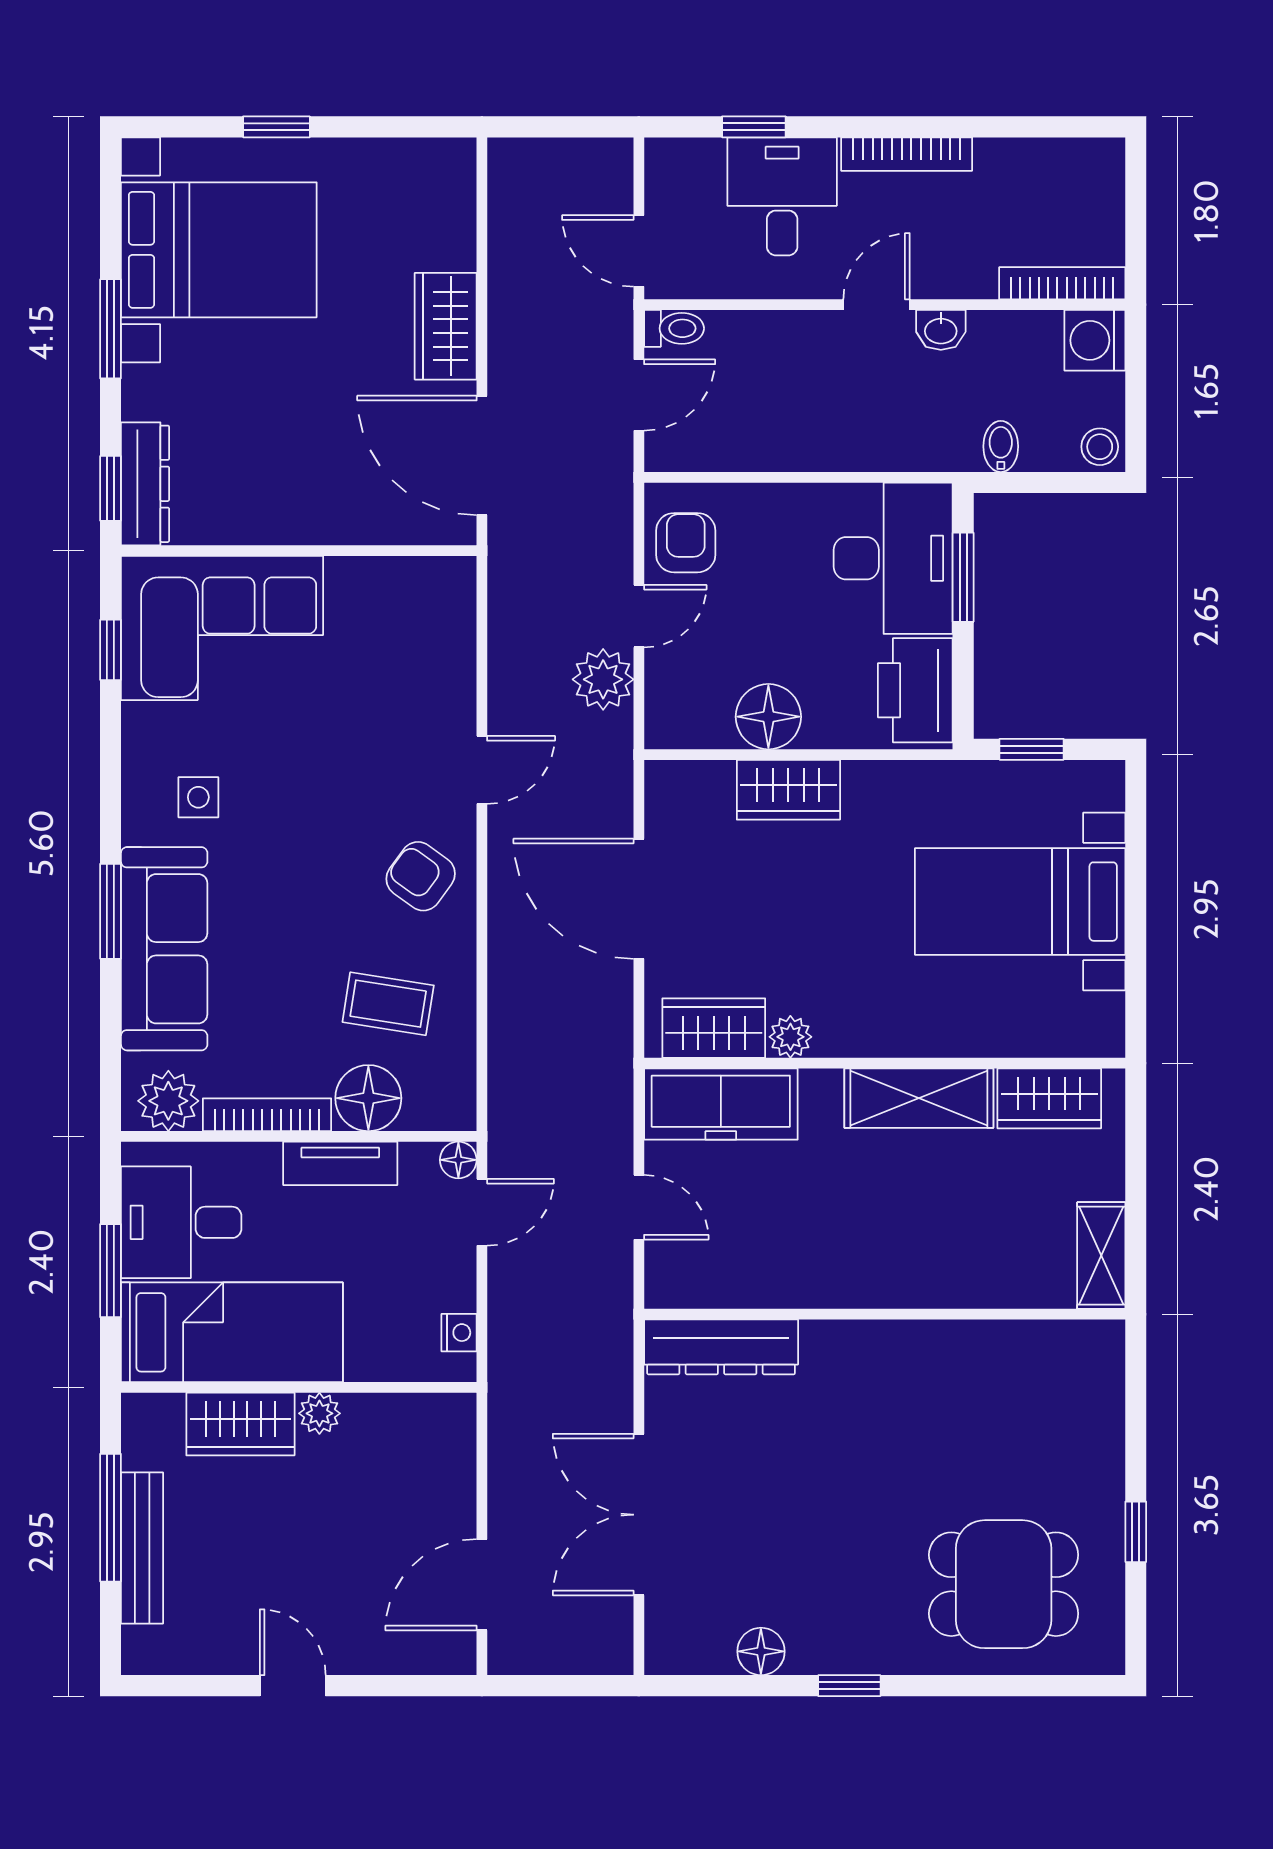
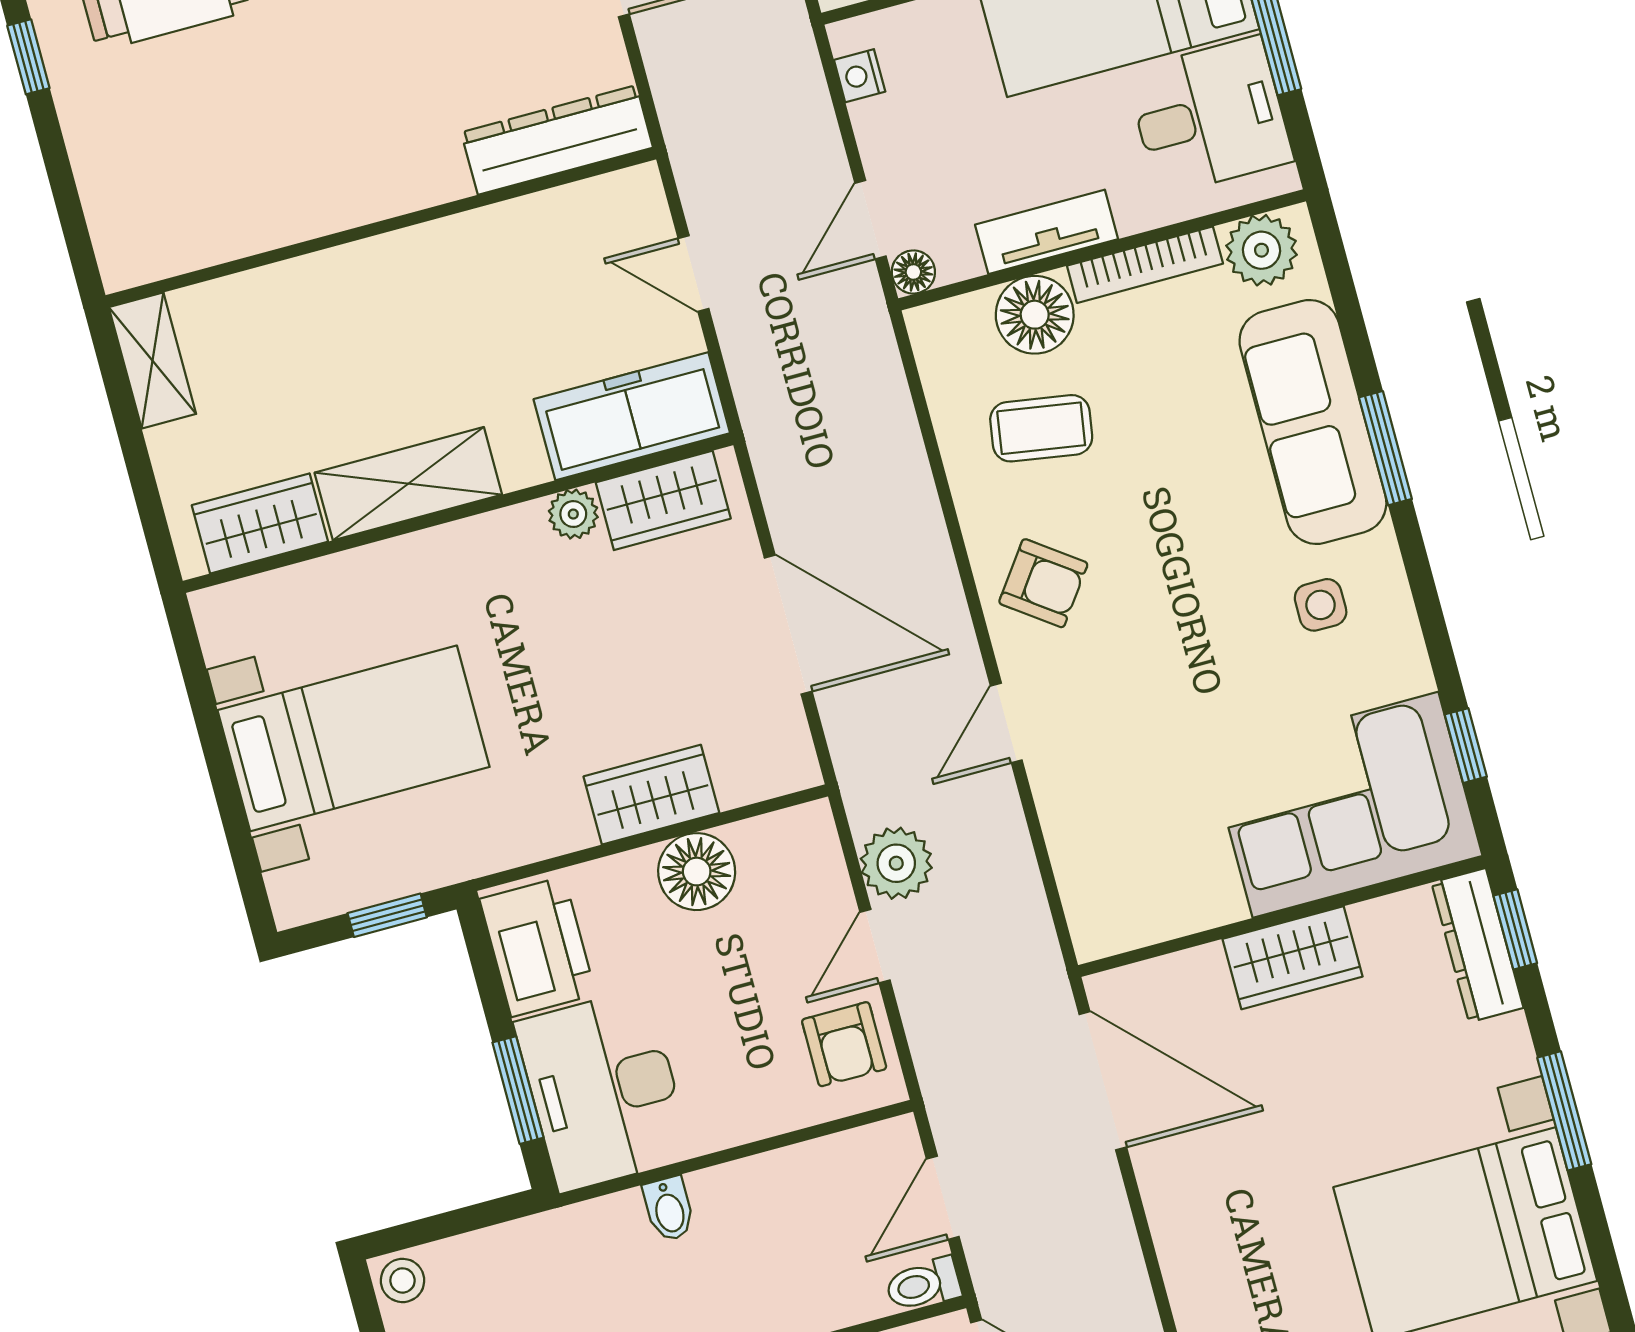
wardrobe: (446, 326) -> (1293, 958), moved, turned 90
bidet: (1001, 446) -> (669, 1209), moved

